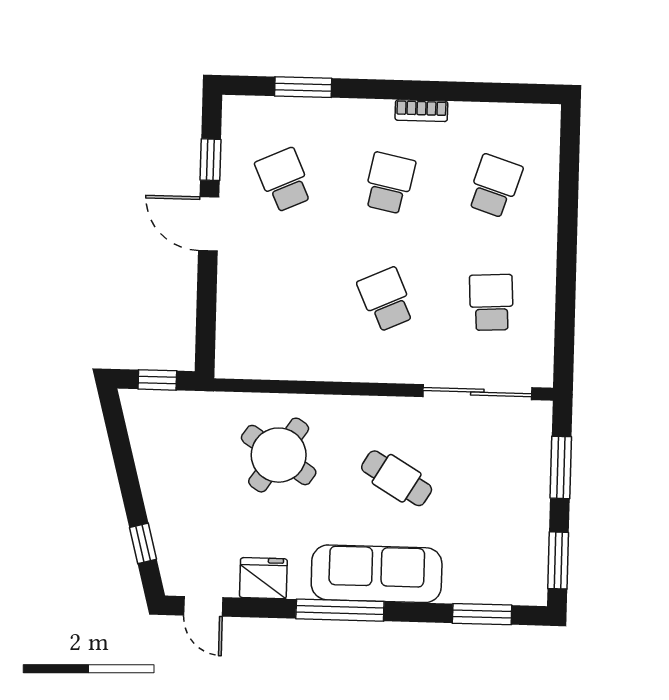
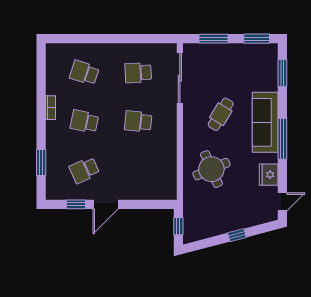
school desk: (386, 299) -> (138, 121), turned 30
round table: (279, 455) -> (211, 169), turned 33
window: (143, 543) -> (237, 235), moved

